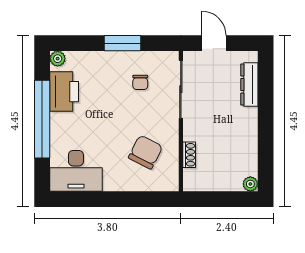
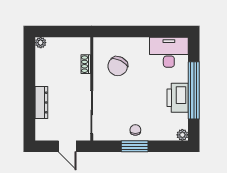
chair: (140, 82) -> (135, 130), moved
dresser: (249, 85) -> (41, 103), moved
printer: (64, 92) -> (178, 98), moved

